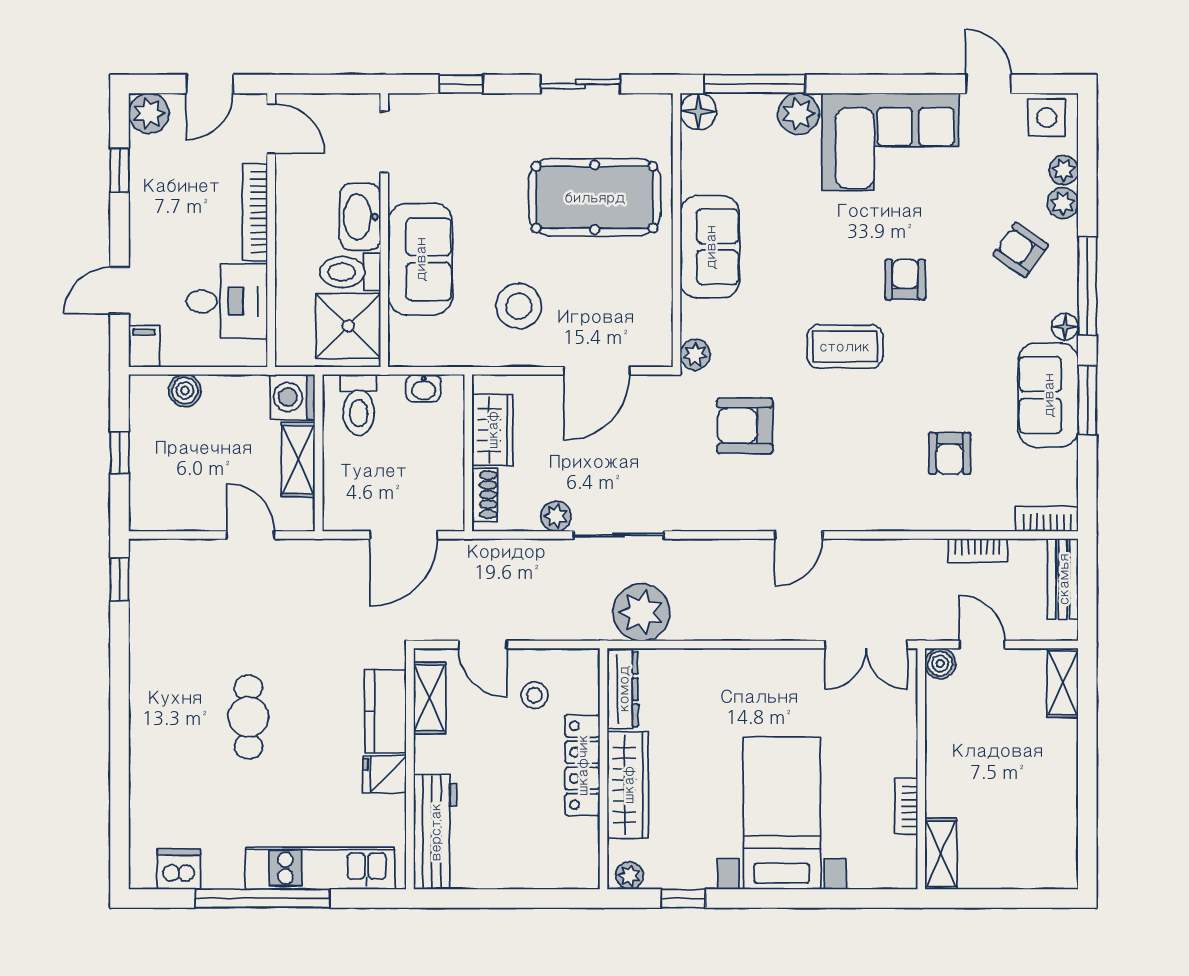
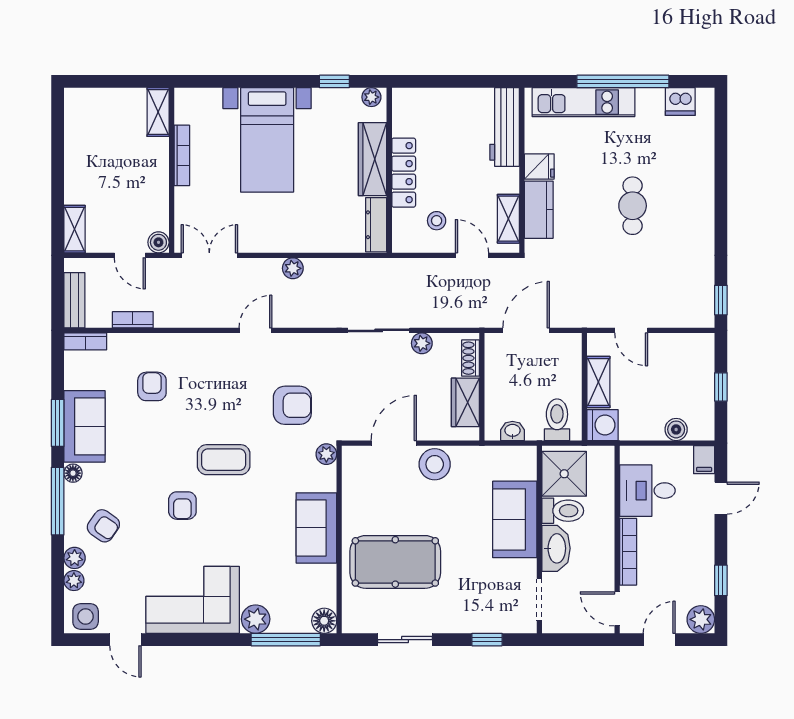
stool: (519, 306) -> (435, 464), moved
plant: (641, 612) -> (293, 268), moved, width x0.53, depth x0.53
bookcase: (906, 806) -> (182, 155), width x1.56

